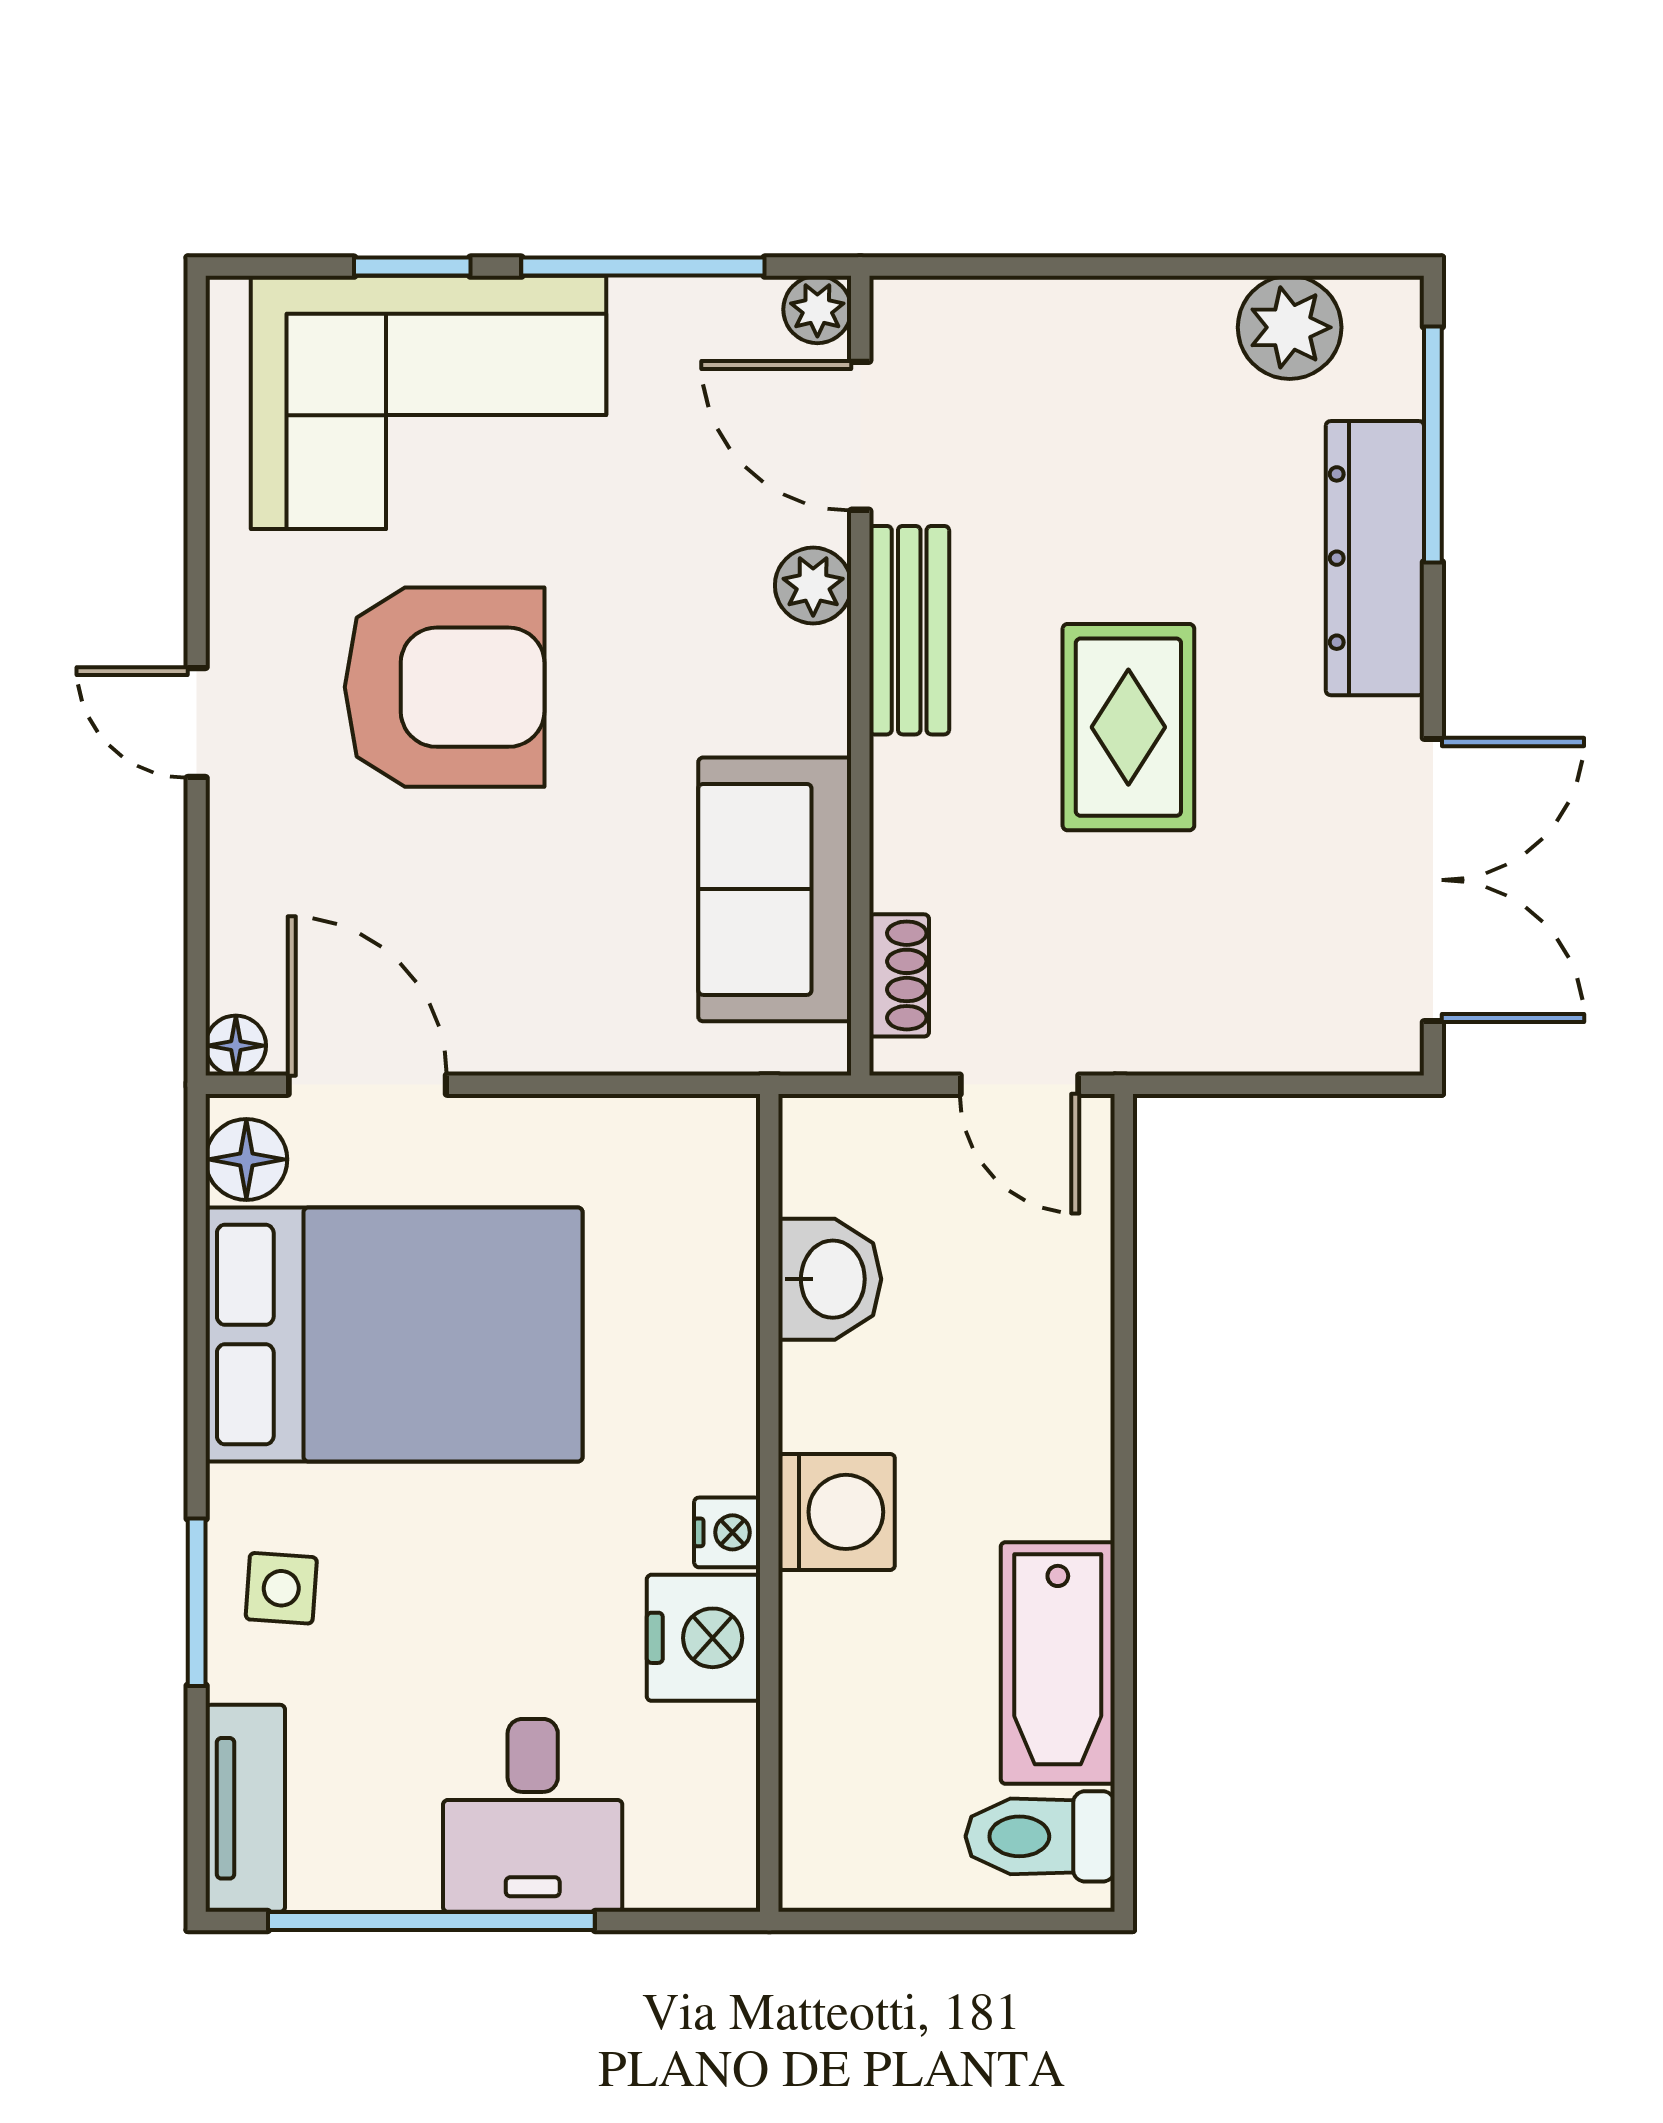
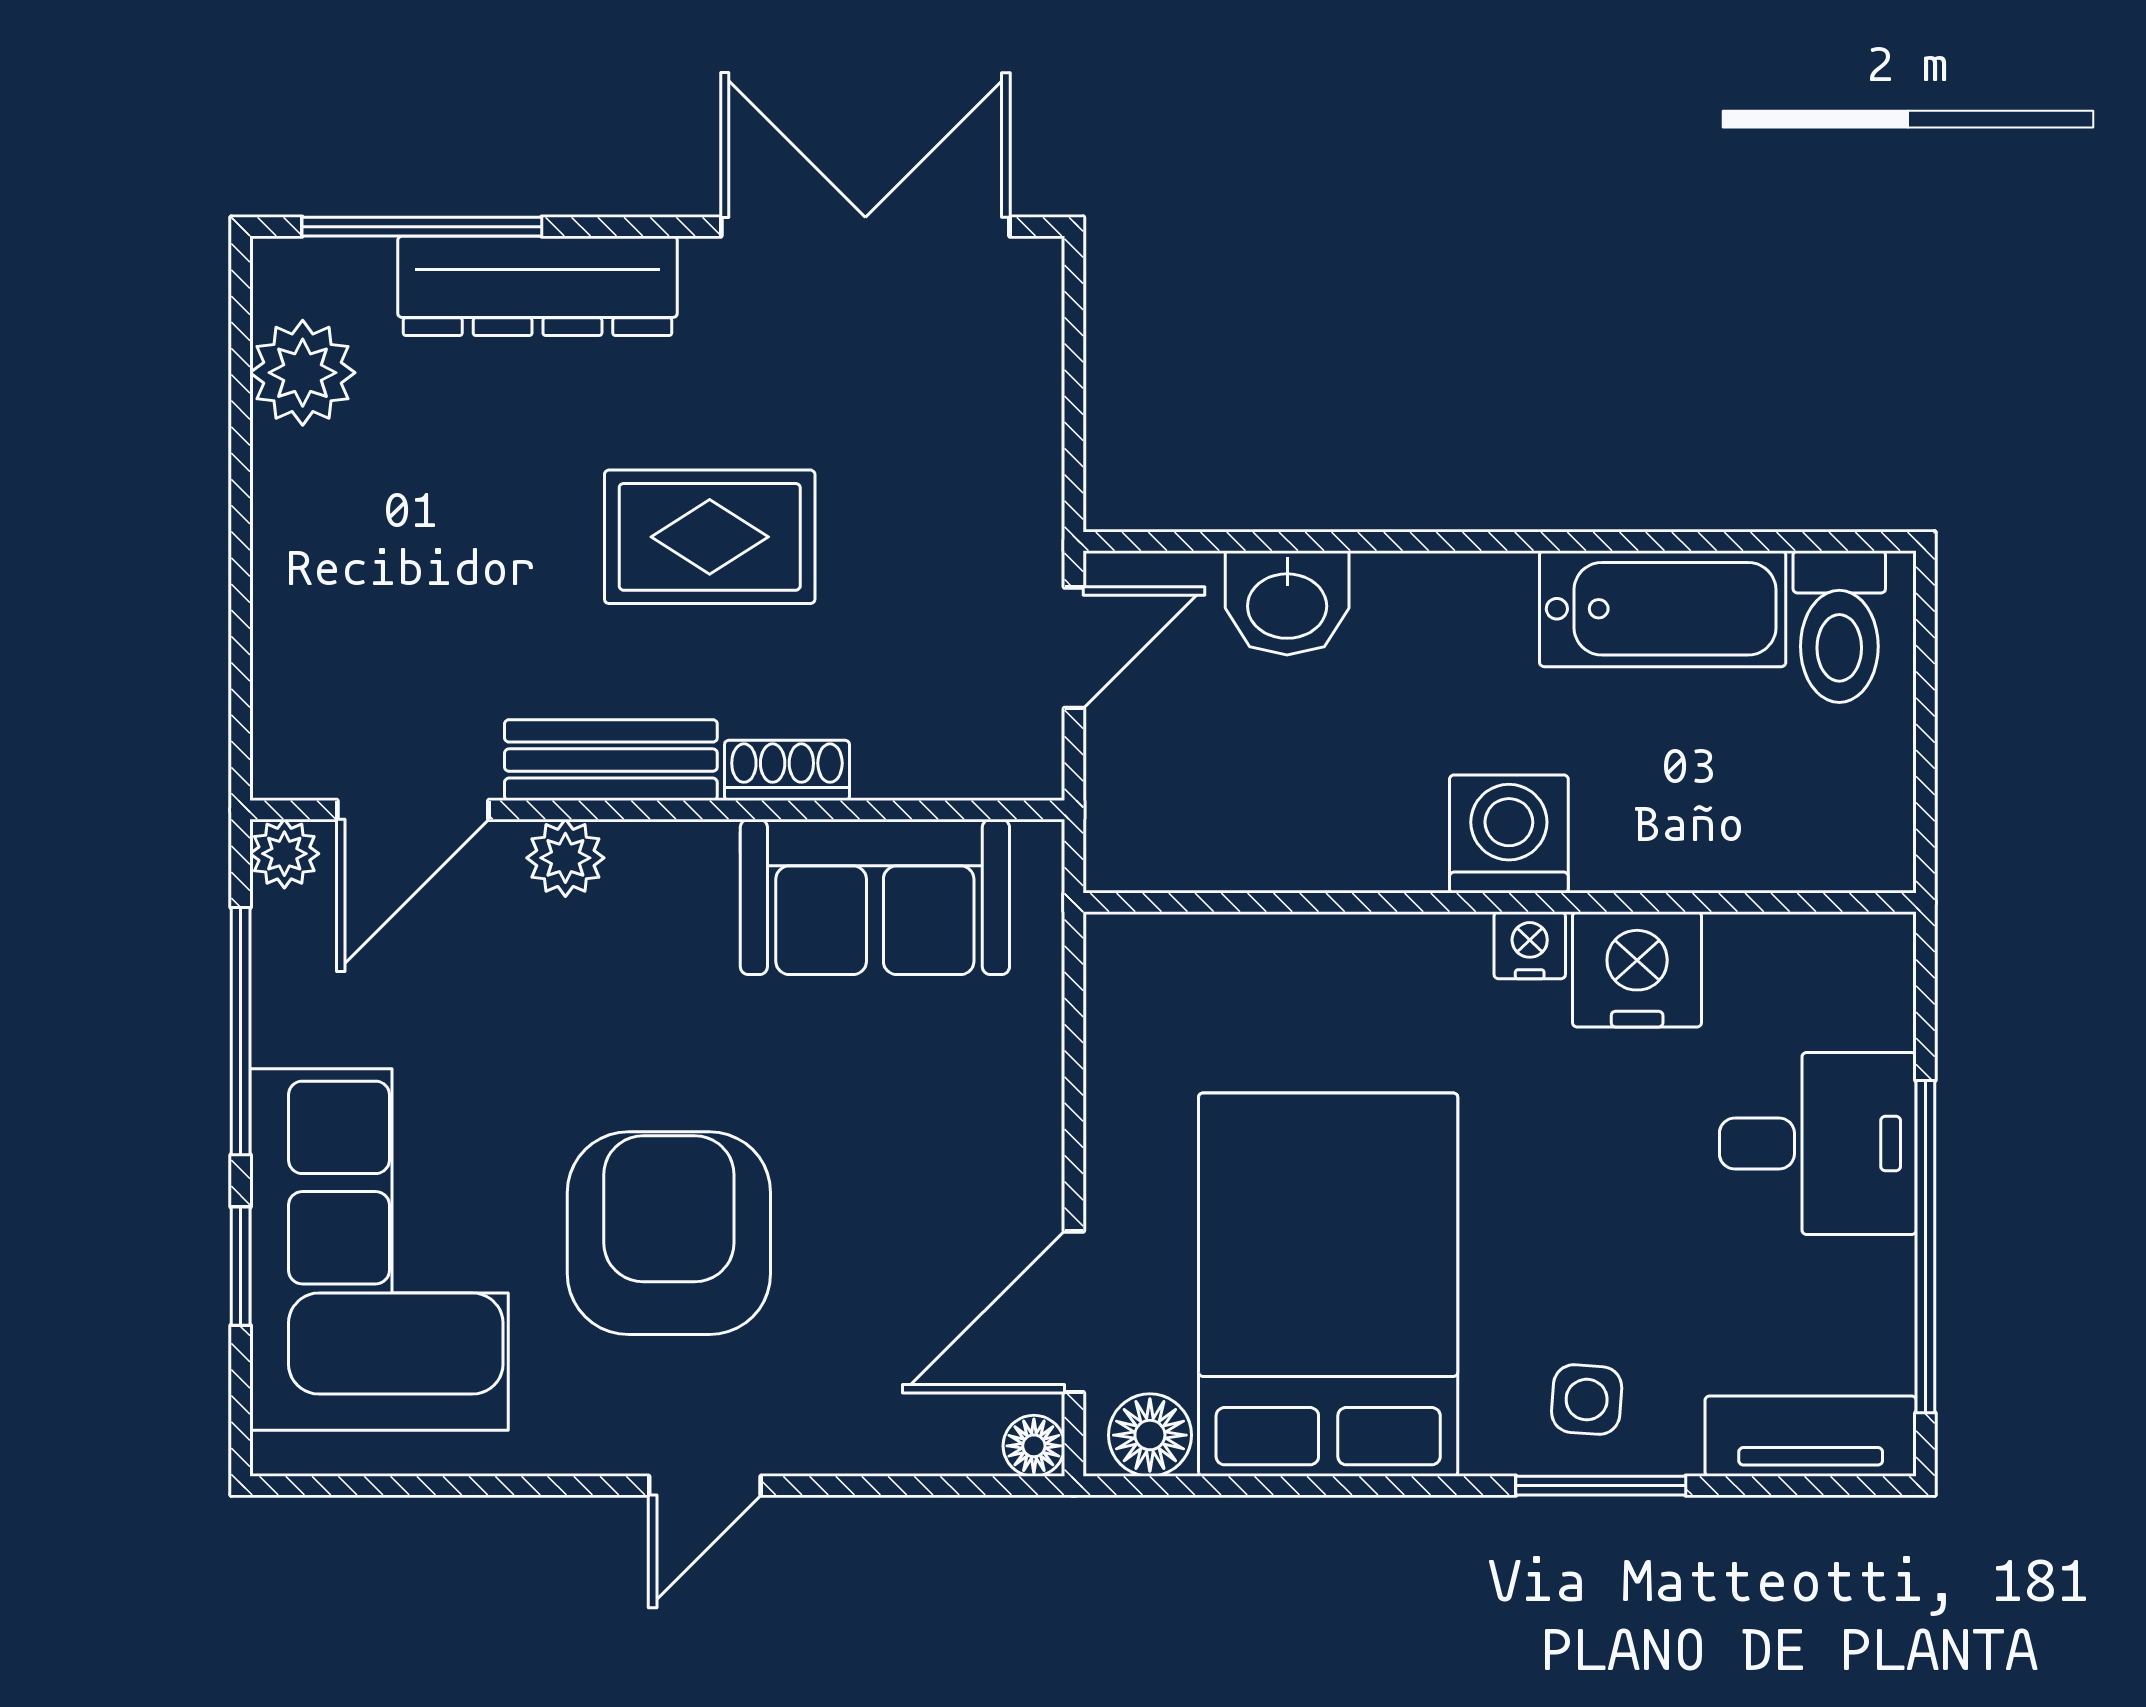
shoe rack: (899, 975) -> (787, 770), moved
washbasin: (830, 1279) -> (1287, 603), moved, turned 180

